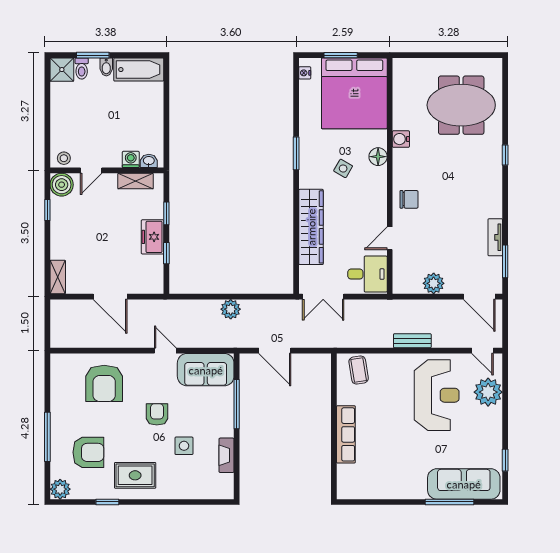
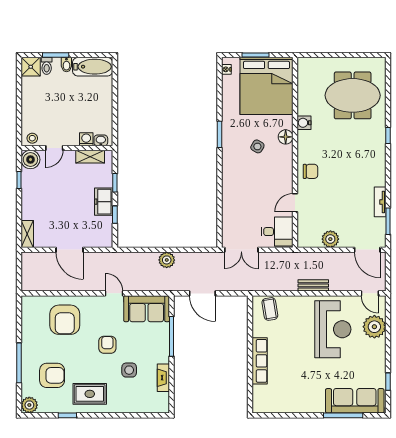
wardrobe: (311, 227) -> (232, 194), removed

